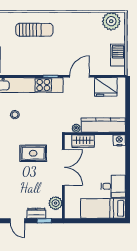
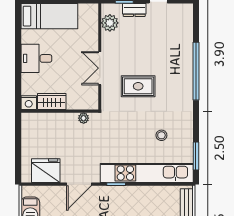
kitchen counter: (103, 125) -> (49, 122), removed
wardrobe: (83, 141) -> (52, 102), moved
double door: (63, 167) -> (100, 68), width x0.73
desk: (113, 186) -> (36, 58), moved

